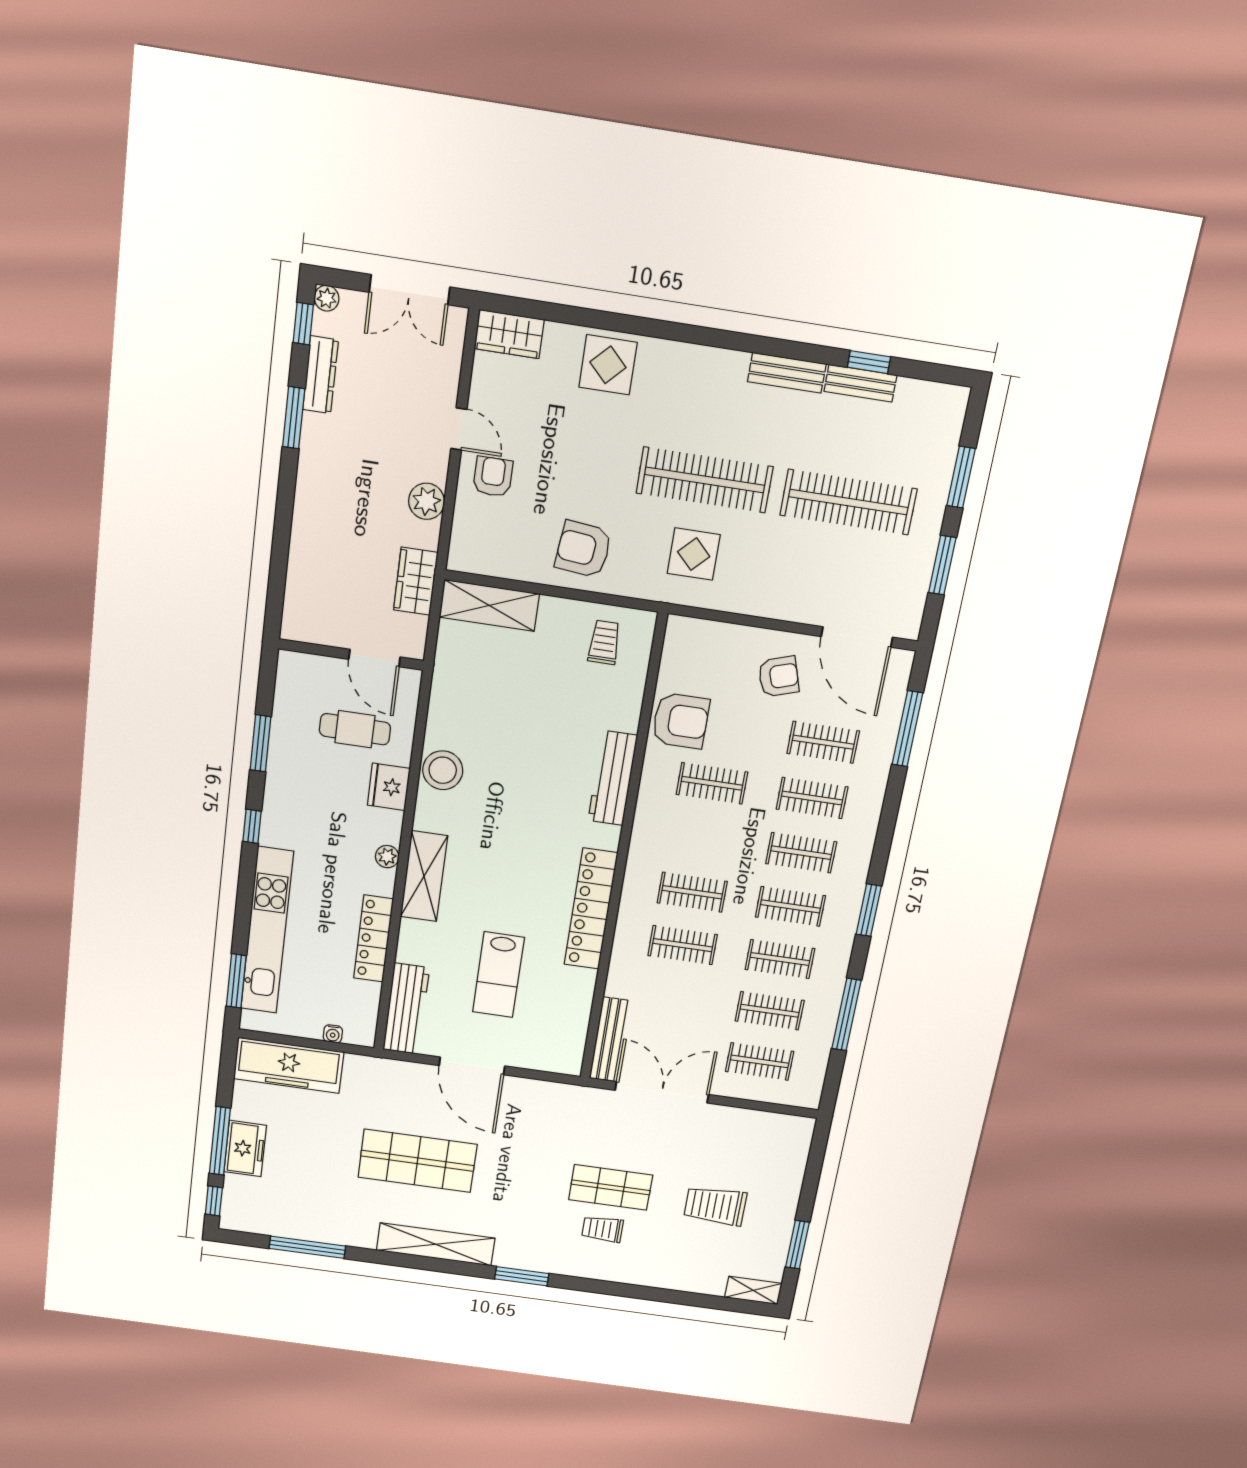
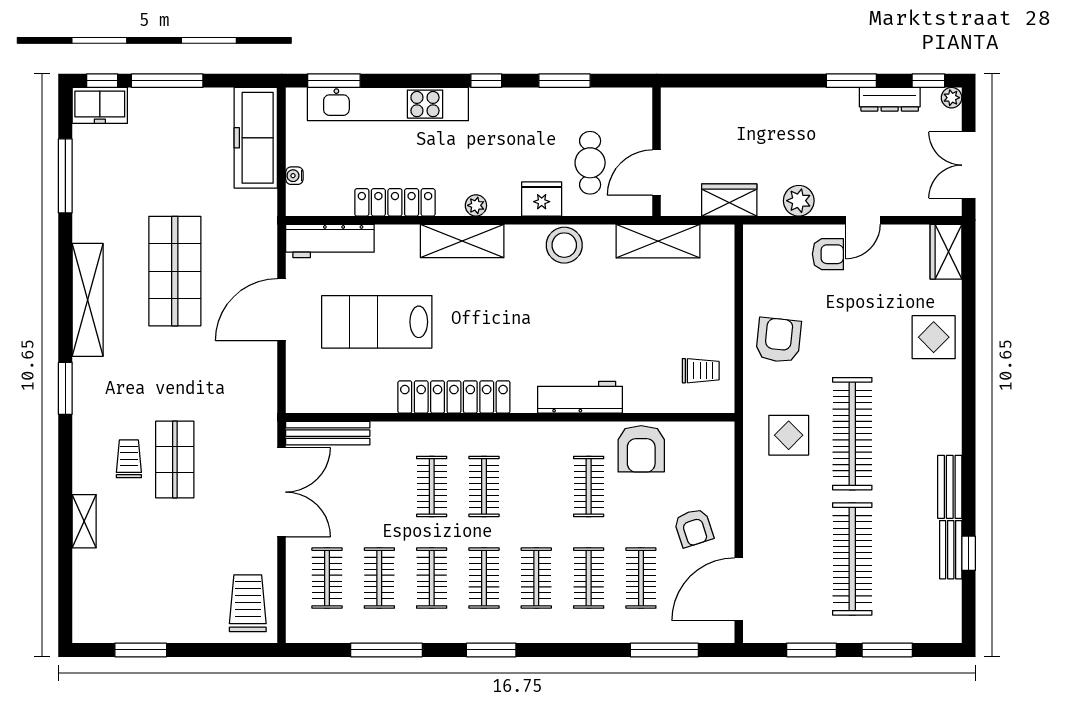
shelving: (489, 606) -> (658, 241), moved, turned 90
lab bench: (498, 975) -> (377, 322), width x1.36, depth x1.39
freezer: (245, 1149) -> (100, 105), moved
trolley: (715, 1206) -> (248, 603), moved
shelving: (753, 1290) -> (84, 521), moved

